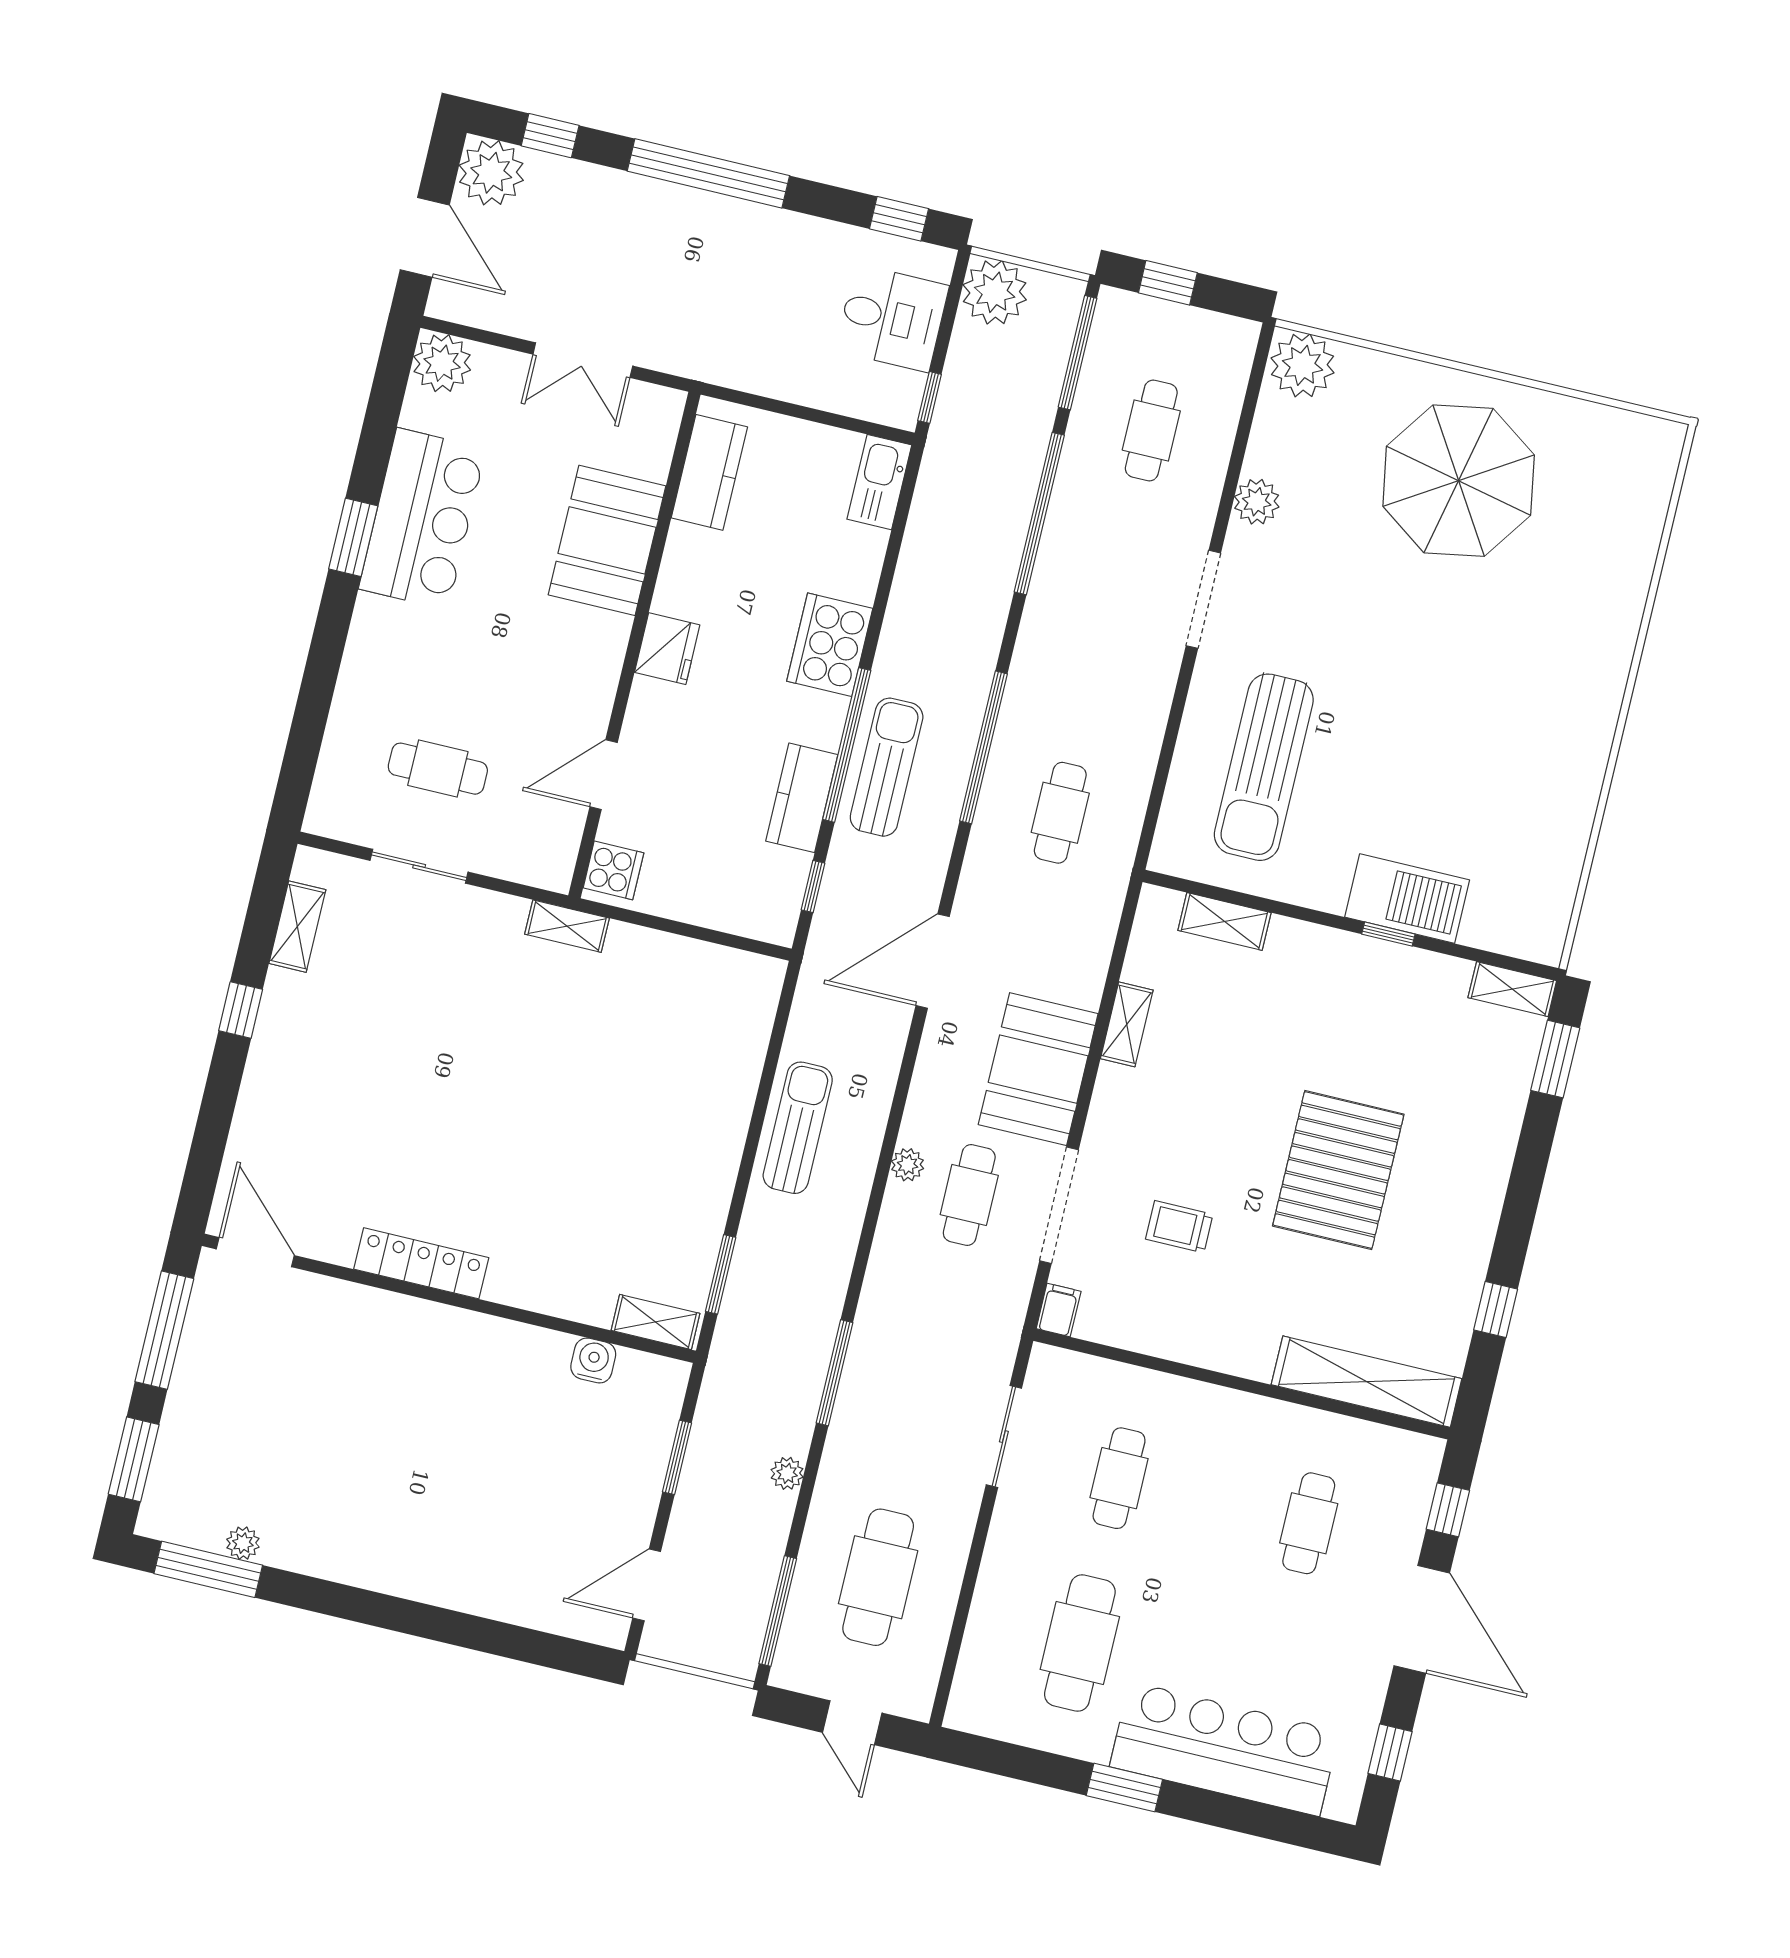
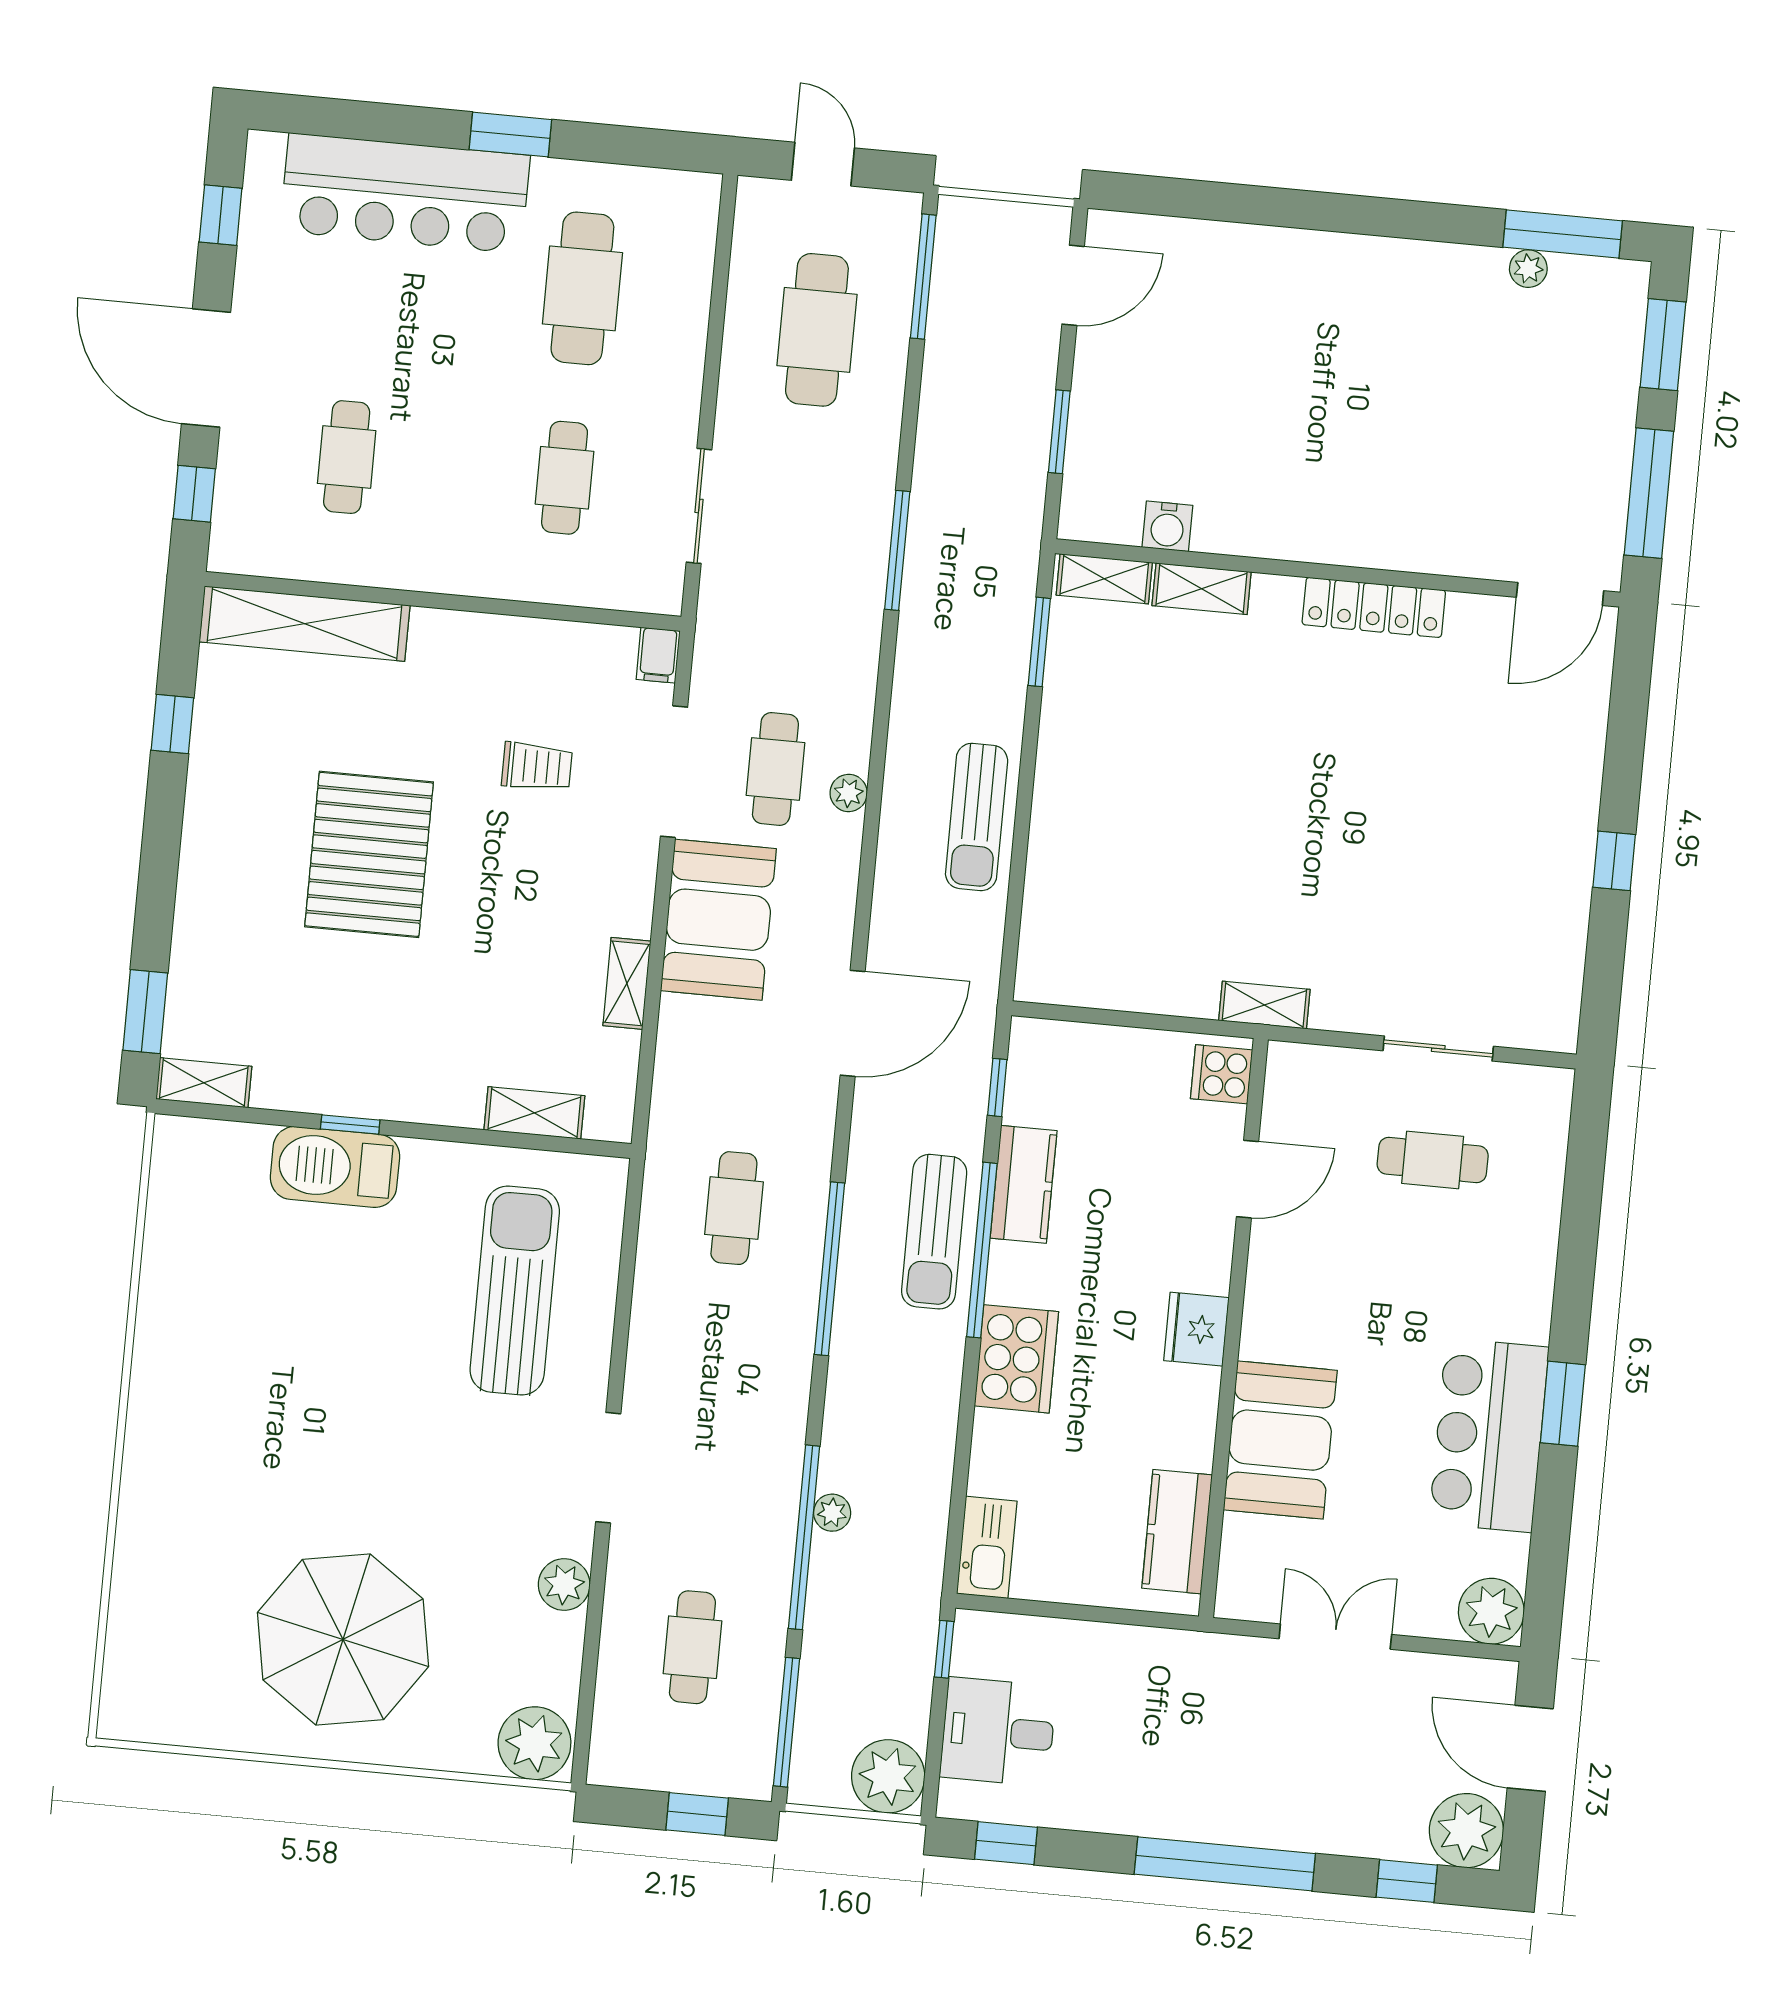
shelving: (297, 927) -> (1202, 589), moved, turned 90
door: (255, 1252) -> (1560, 594), hinge flipped
plant: (787, 1473) -> (832, 1513), moved

